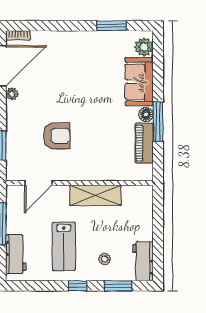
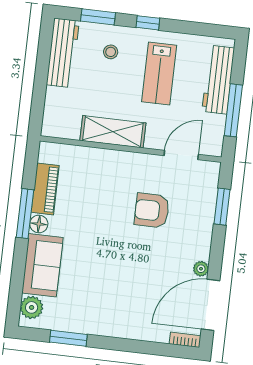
lab bench: (64, 246) -> (159, 74), turned 180
workbench: (16, 254) -> (218, 80), width x1.38
workbench: (143, 261) -> (63, 53), width x1.38

